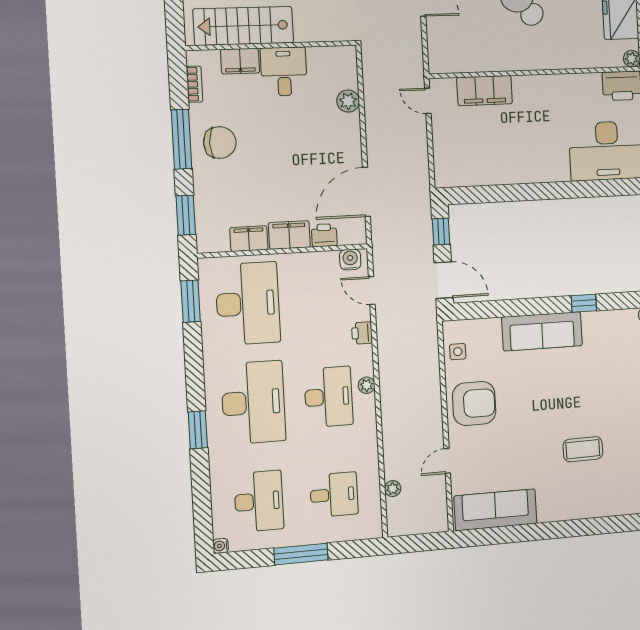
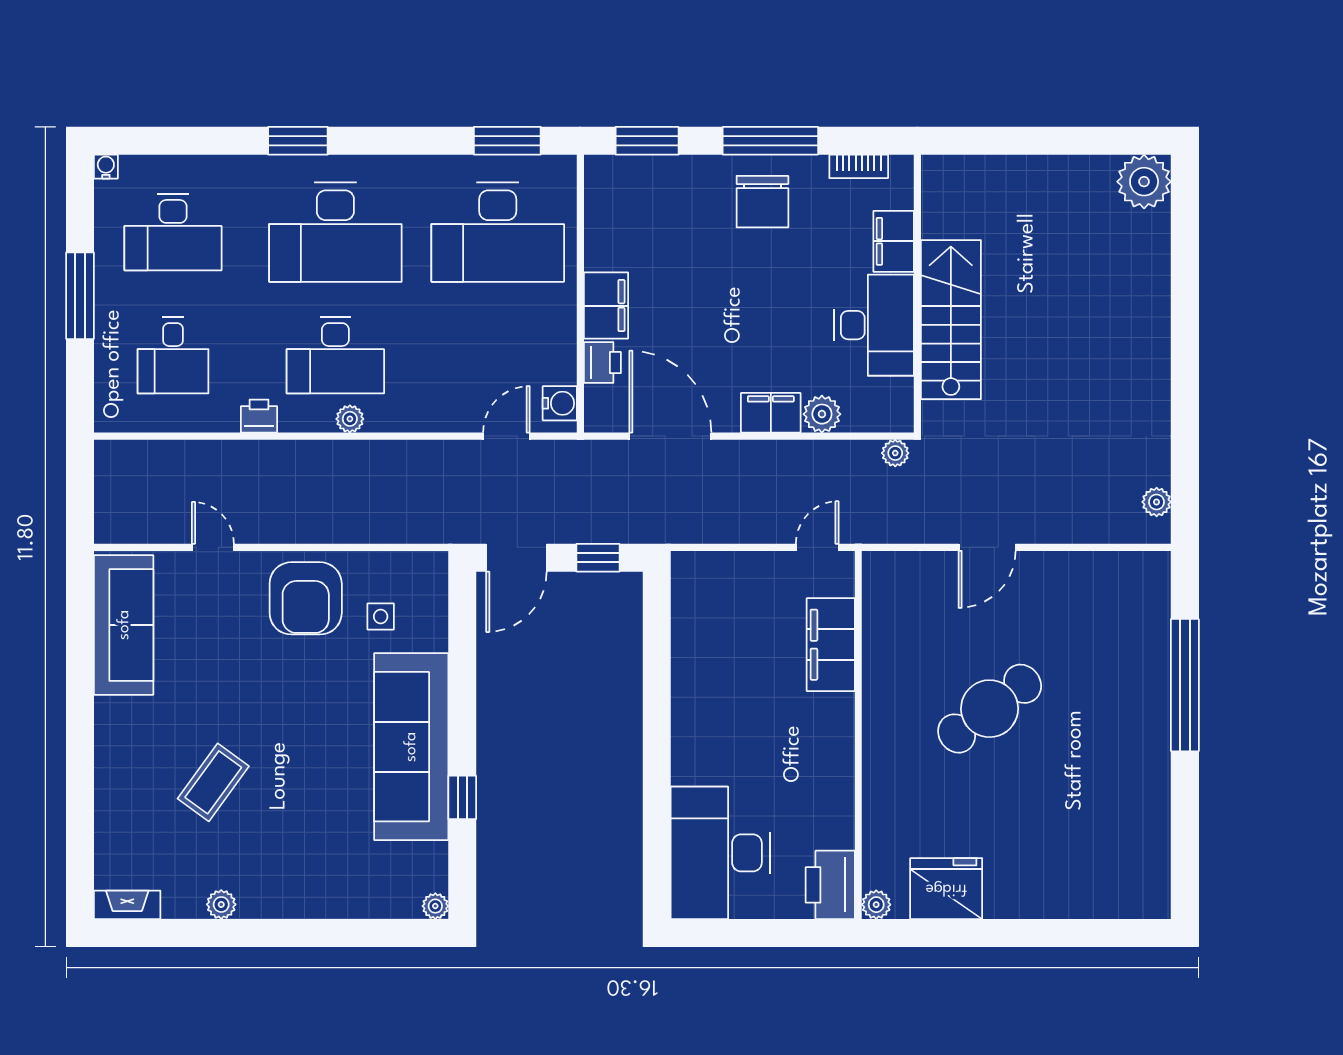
stairs: (243, 26) -> (951, 320), moved
desk: (284, 72) -> (874, 325), width x1.37
filing cabinet: (249, 239) -> (771, 413), moved, turned -90
sofa: (542, 331) -> (411, 747), width x1.36, depth x1.27
printer: (362, 333) -> (259, 416), moved
side table: (458, 352) -> (381, 616), moved
coffee table: (583, 449) -> (213, 782), turned 37
plant: (393, 489) -> (895, 453), moved

